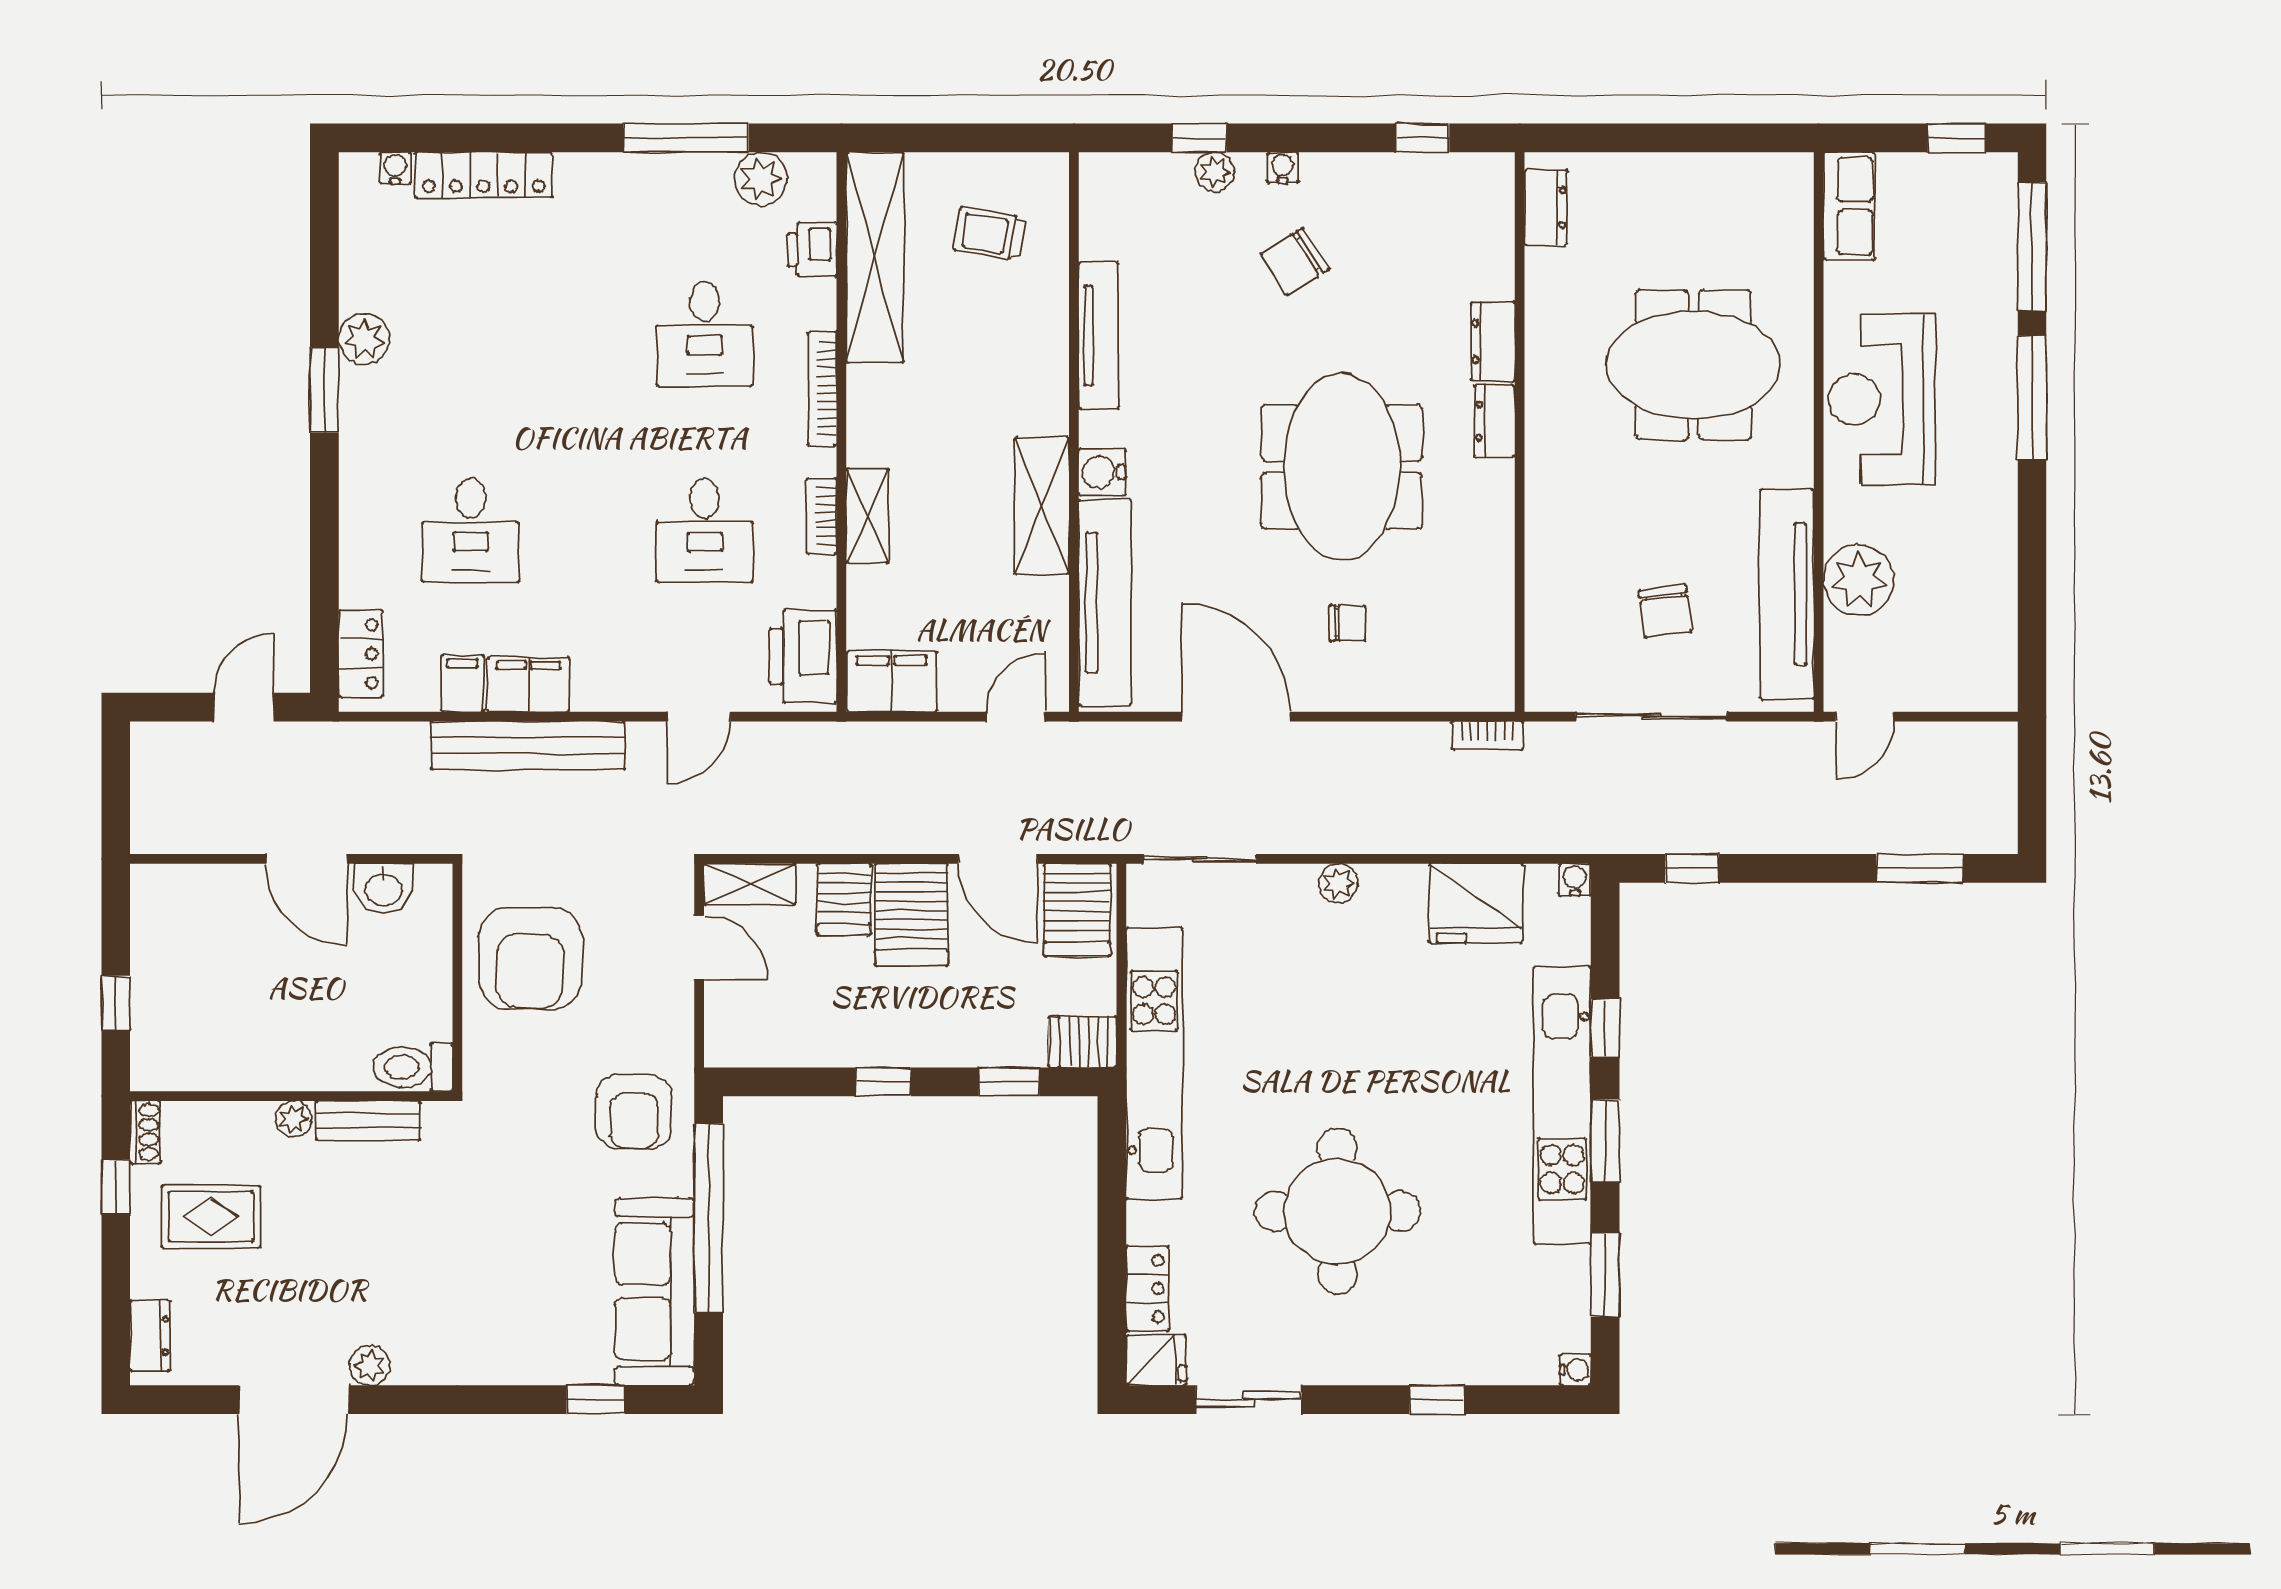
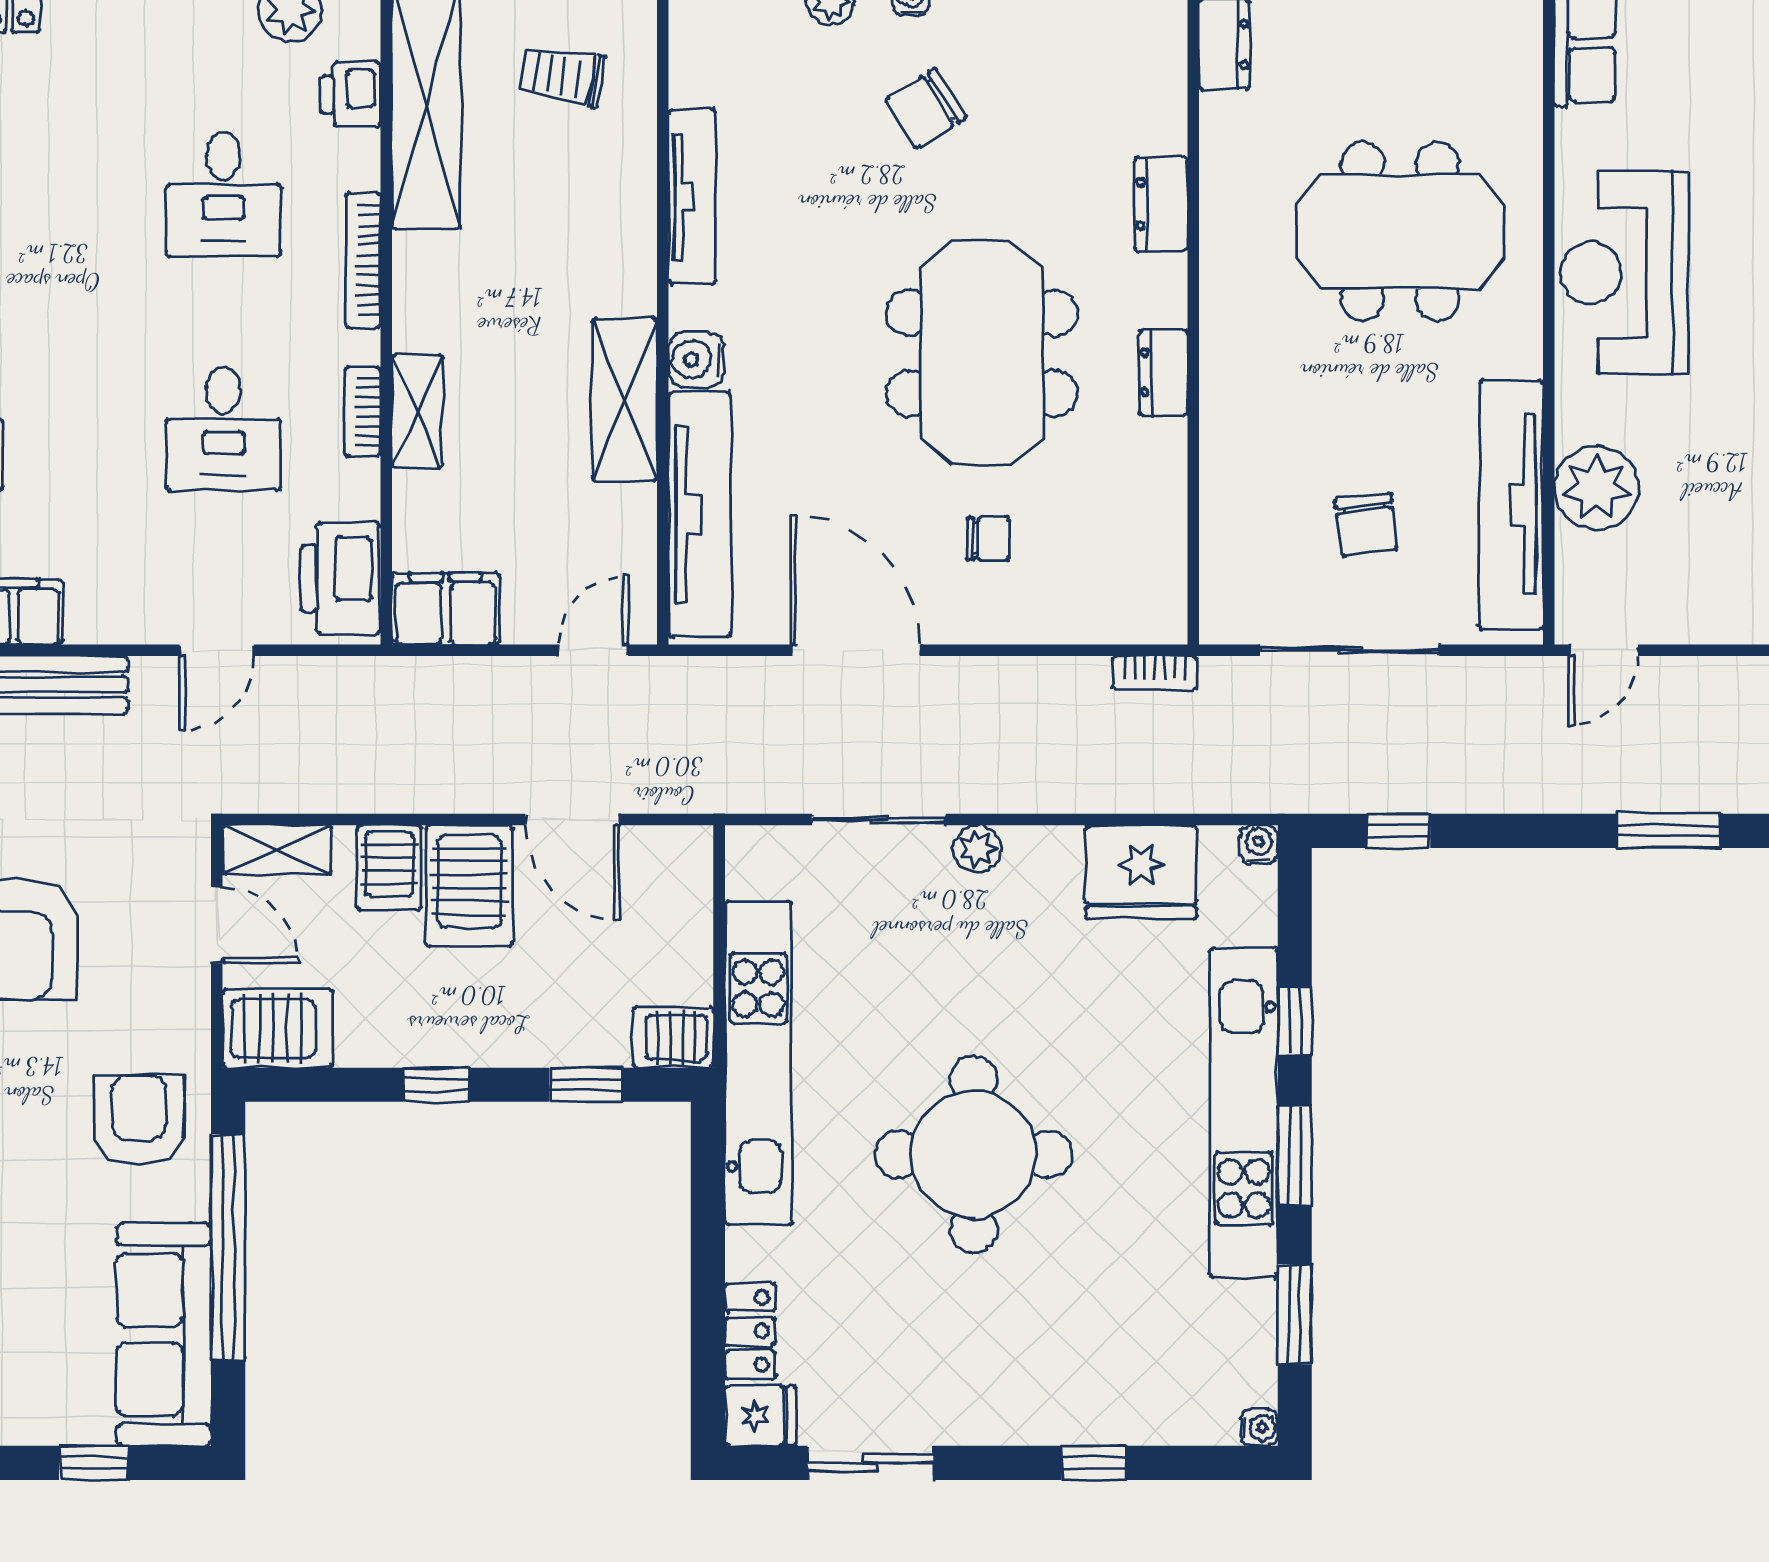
dresser: (1495, 421) -> (1163, 373), moved
sliding door: (1200, 859) -> (879, 820), moved
server rack: (1077, 910) -> (278, 1028), moved, turned -90
armchair: (634, 1111) -> (139, 1120), turned 180
round table: (1337, 1211) -> (974, 1154), moved

